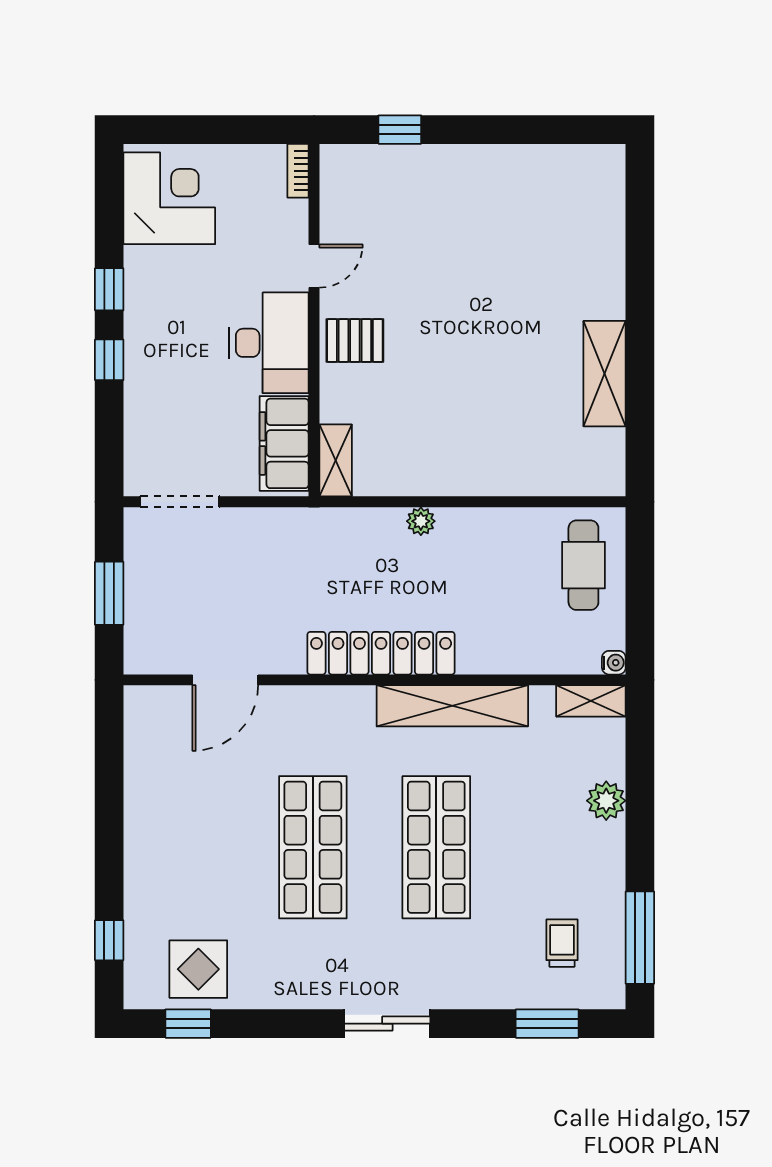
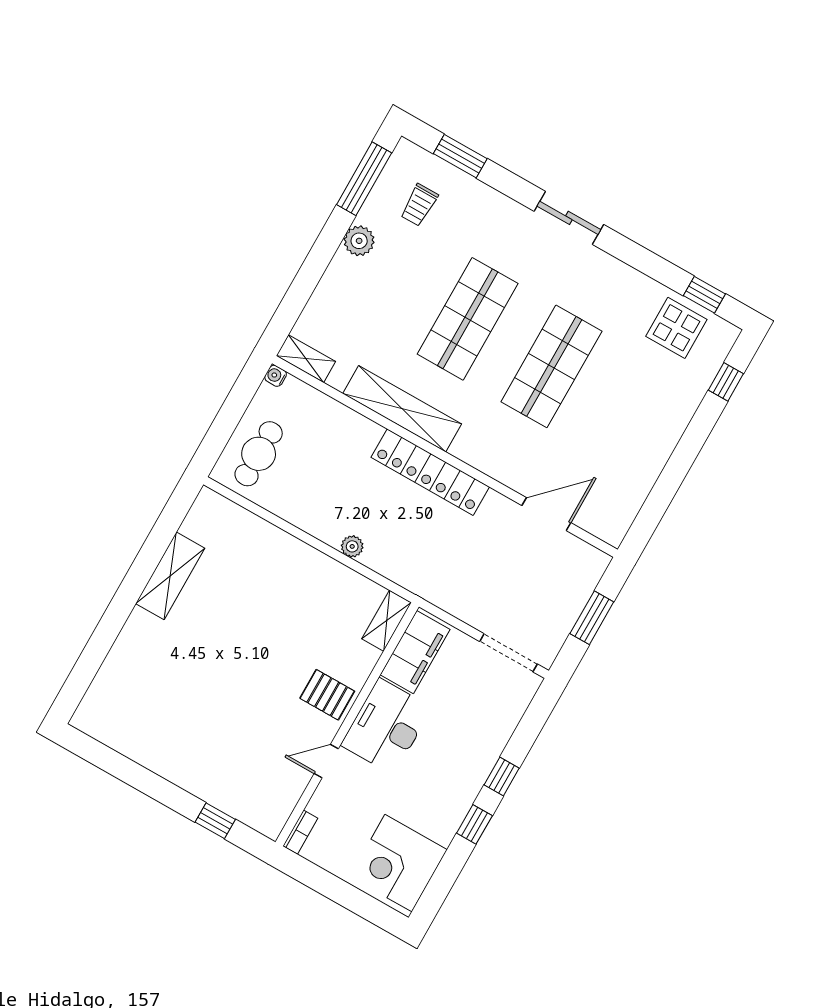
plant: (606, 801) -> (359, 241), moved

